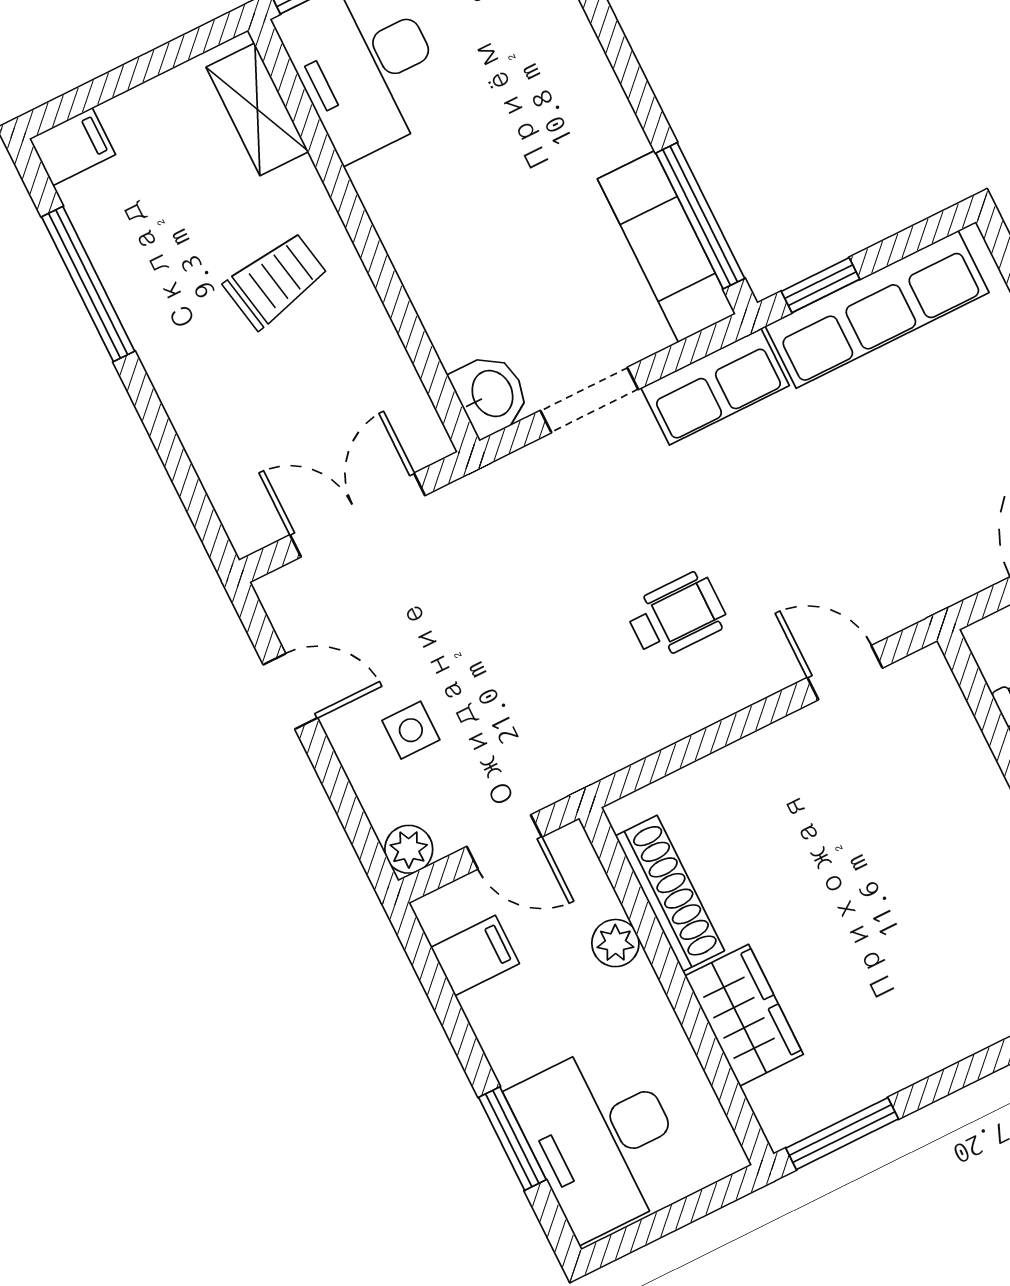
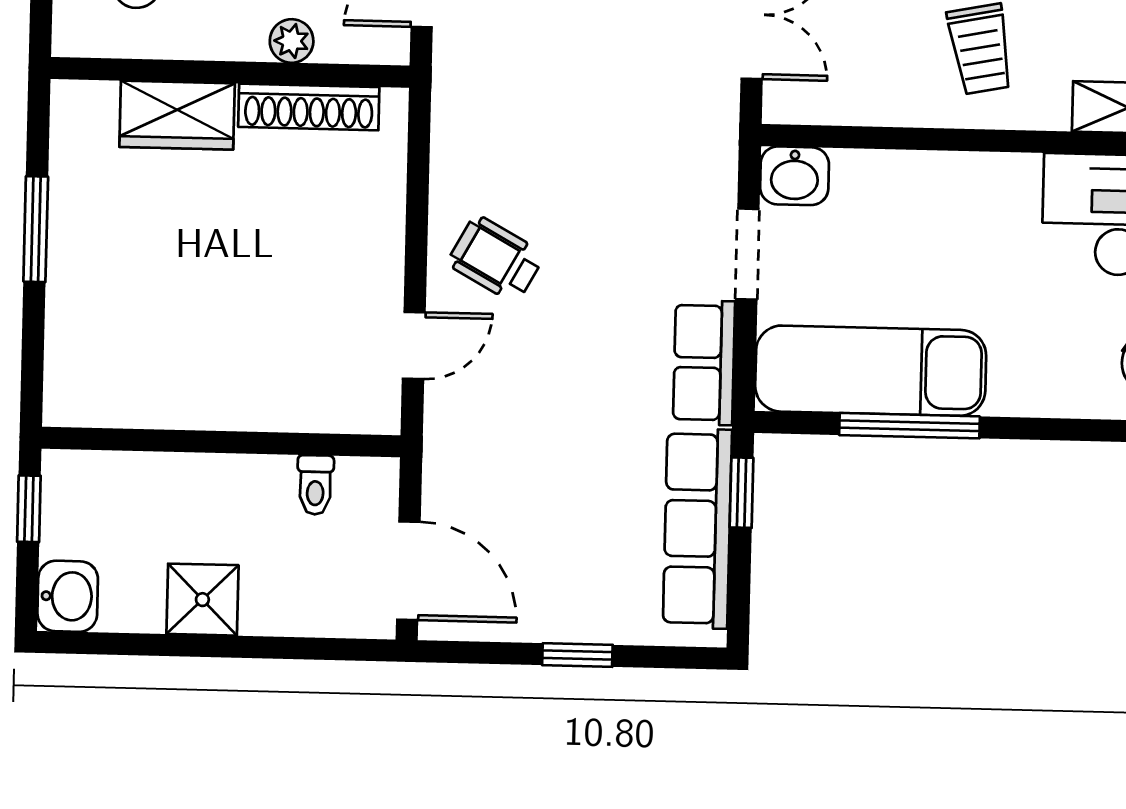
window: (700, 216) -> (910, 426), moved
exam couch: (667, 246) -> (871, 371), width x1.36, depth x1.45
wheelchair: (677, 616) -> (496, 259), moved, turned 119
window: (842, 1134) -> (36, 229), moved

